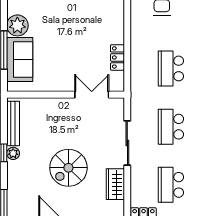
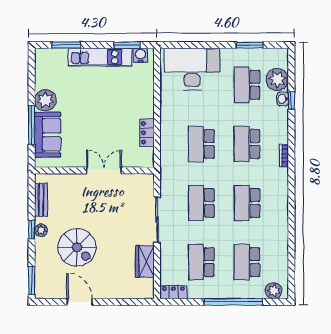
double door: (92, 95) -> (104, 170), moved
bench: (13, 124) -> (41, 200), width x0.73
spiral stairs: (68, 168) -> (77, 247), moved, turned -90

